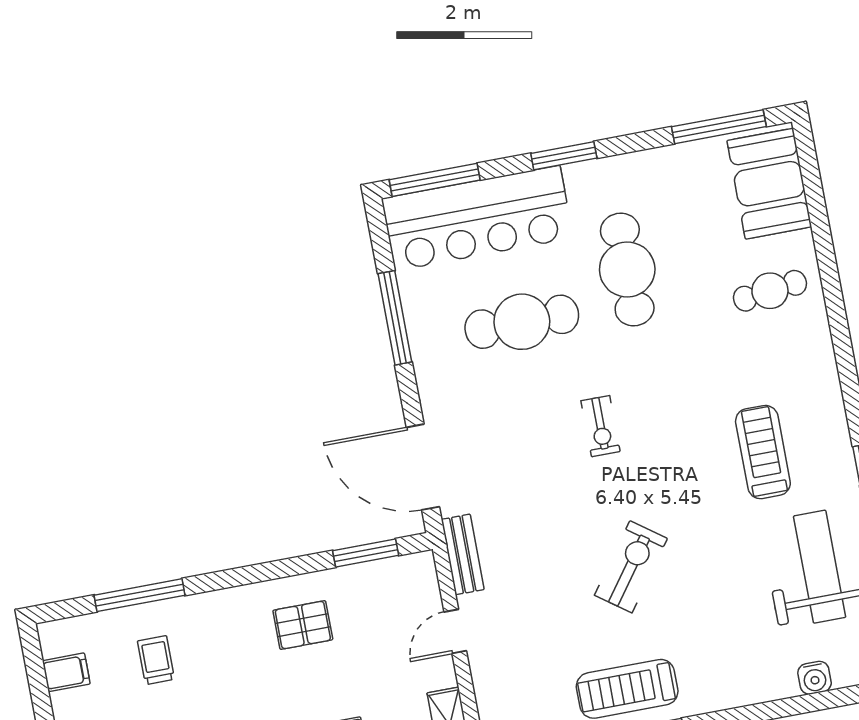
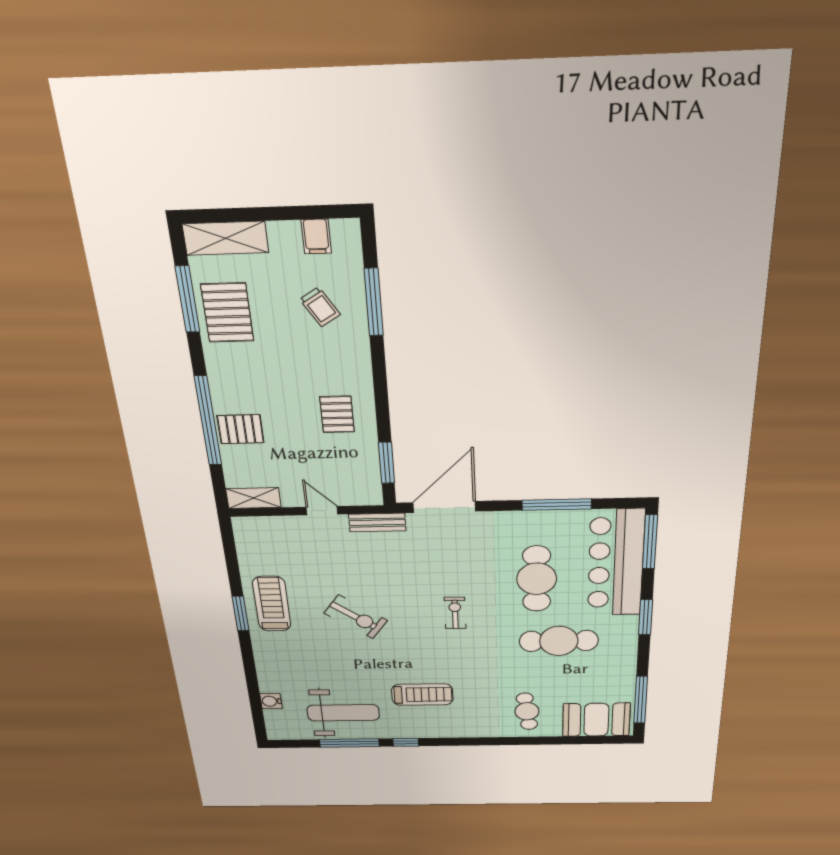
exercise bike: (601, 426) -> (455, 613), turned 90
trolley: (156, 660) -> (320, 307), turned 58

